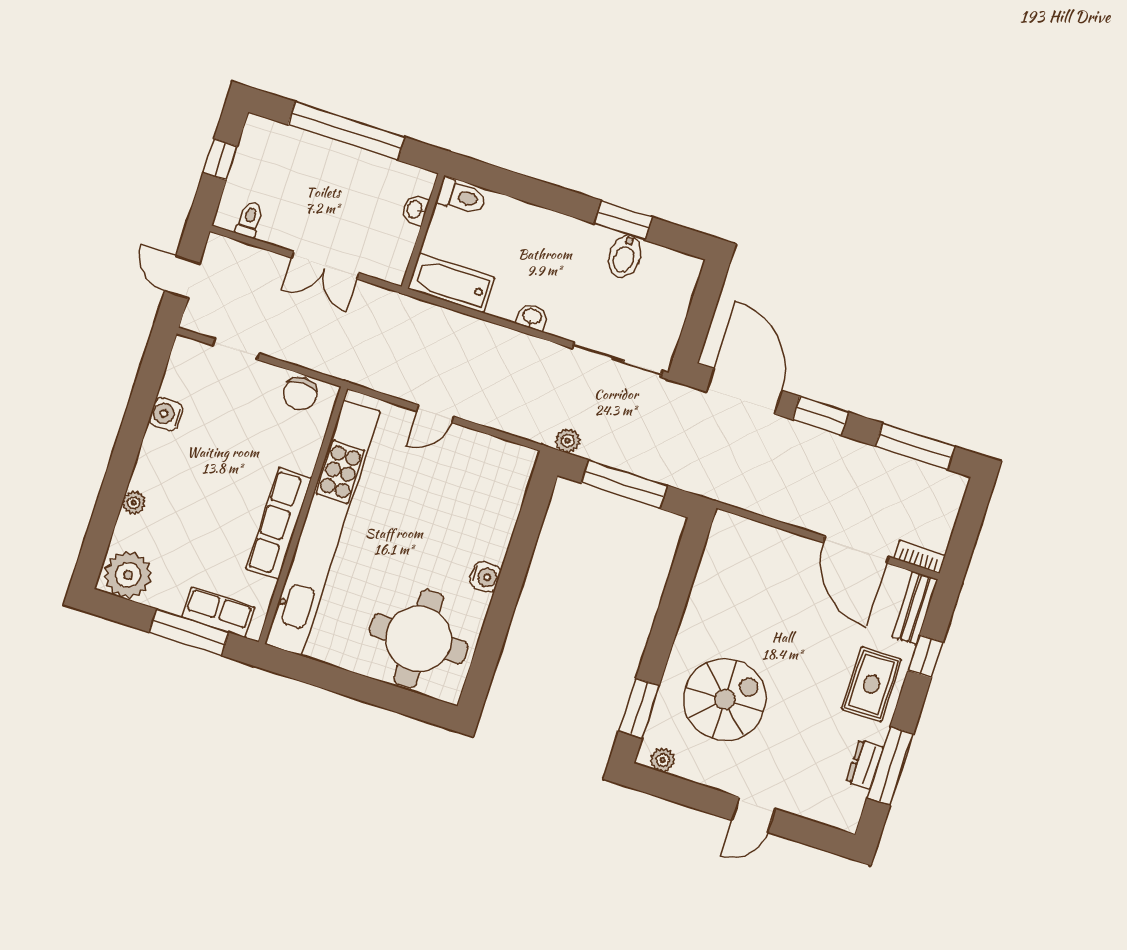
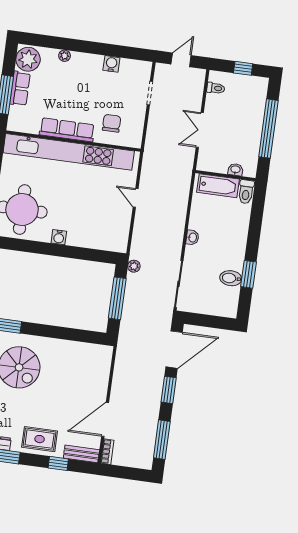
bathtub: (451, 283) -> (218, 186), moved, turned 90
chair: (300, 393) -> (112, 123), moved, turned 90
row of seats: (218, 612) -> (20, 89), moved

